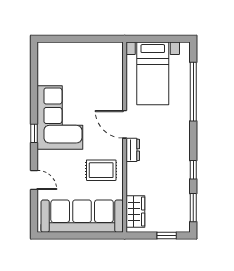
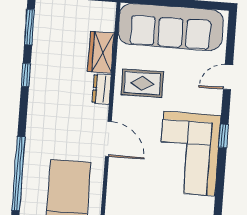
dresser: (133, 150) -> (102, 89), moved
door: (34, 180) -> (228, 77), hinge flipped
wardrobe: (135, 212) -> (101, 52), moved

